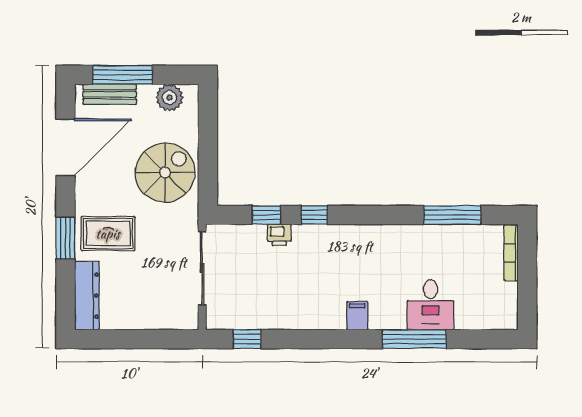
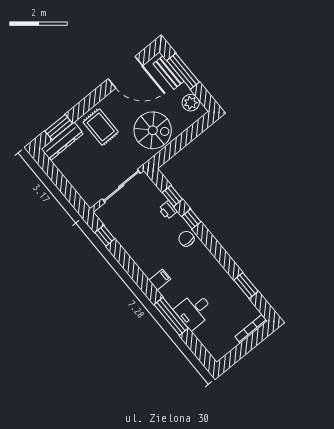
window: (452, 215) -> (246, 286), width x0.69
window: (65, 238) -> (59, 127), moved
chair: (334, 241) -> (186, 239), added

